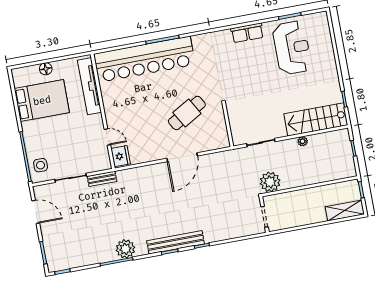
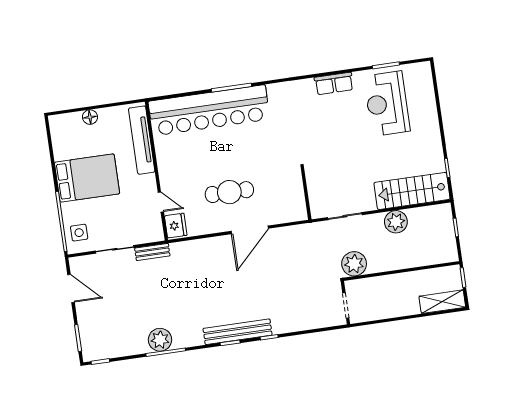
reception desk: (292, 48) -> (387, 104), turned 180
bed: (42, 101) -> (87, 178), moved
cafe table: (187, 113) -> (229, 192), moved, turned 30
plant: (303, 141) -> (396, 222), width x1.88, depth x1.88
plant: (125, 249) -> (160, 340), moved

